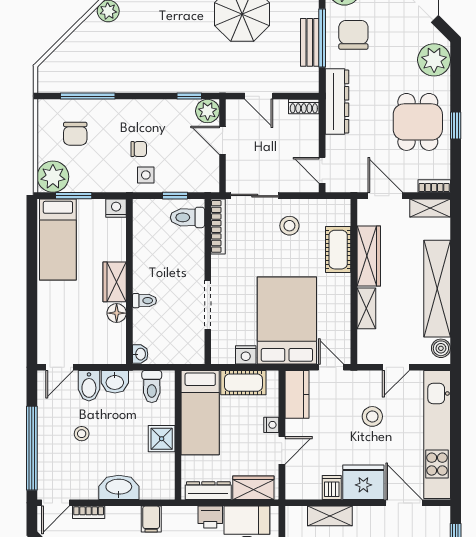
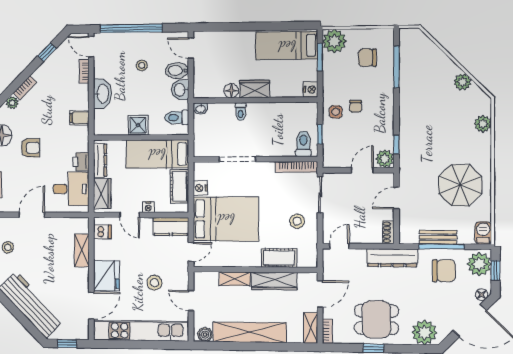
dishwasher: (332, 488) -> (102, 232), moved

